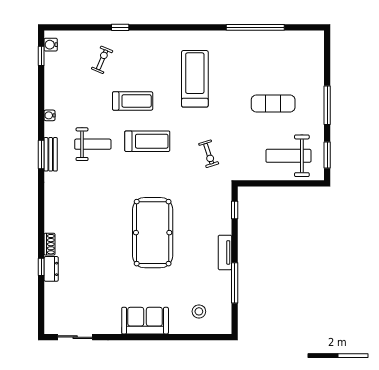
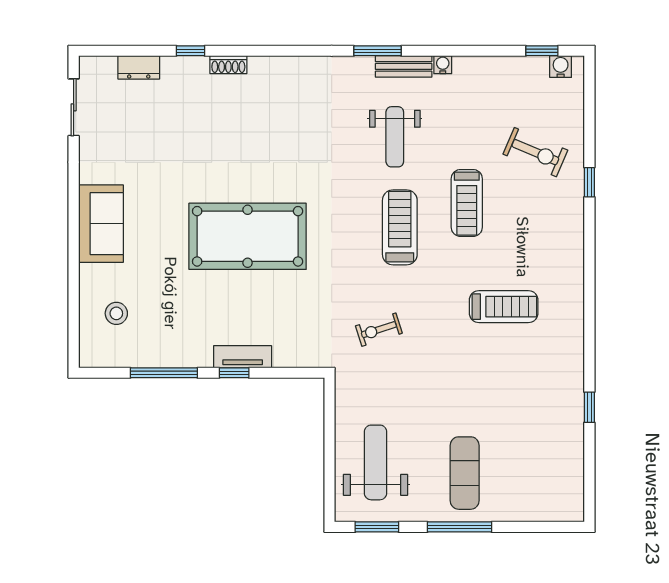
window: (255, 27) -> (589, 407), width x0.32
exercise bike: (102, 60) -> (535, 152), width x1.38, depth x1.39
treadmill: (195, 79) -> (504, 307), width x0.73, depth x0.73
exercise mat: (273, 103) -> (465, 473), moved
treadmill: (147, 141) -> (400, 227), turned 180
bench: (51, 154) -> (404, 66), moved
window: (235, 210) -> (234, 373), moved
tv unit: (225, 252) -> (243, 357), moved
dresser: (51, 269) -> (139, 67), moved

